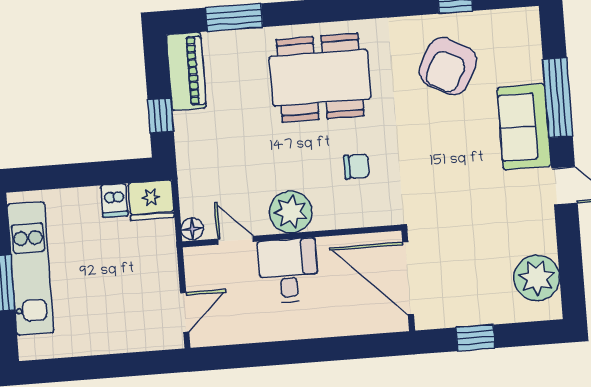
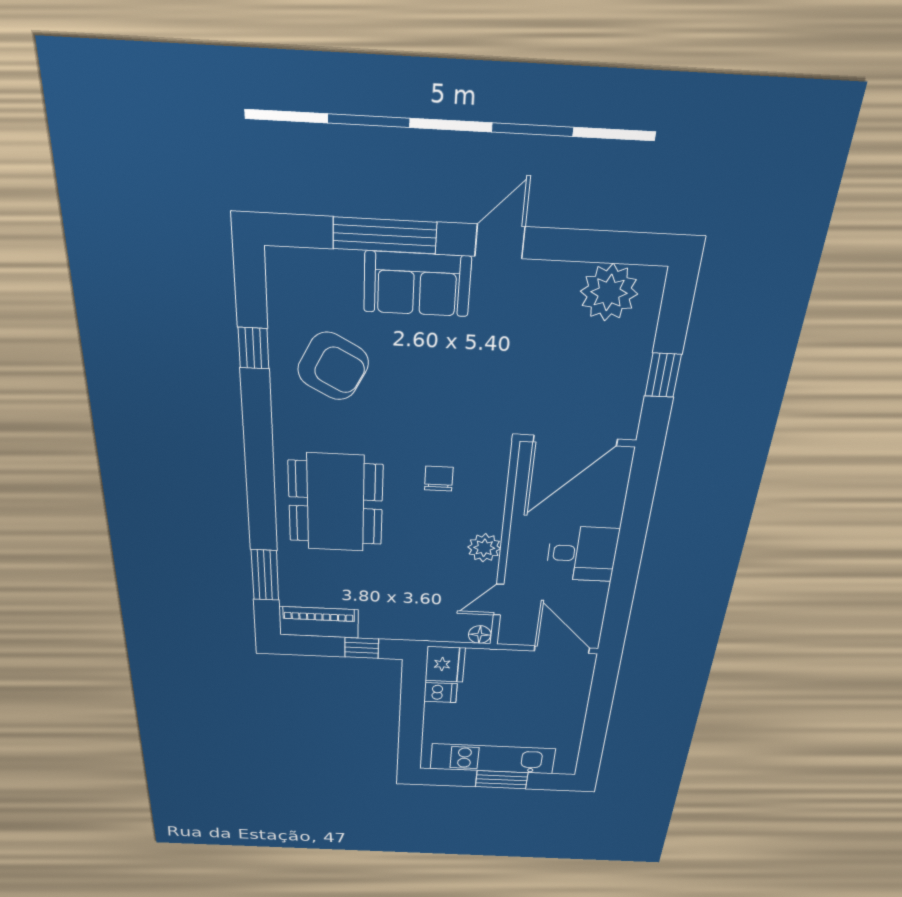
plant: (291, 212) -> (484, 548), width x0.73, depth x0.73
desk: (288, 271) -> (582, 554), moved, turned 180
door: (185, 312) -> (562, 649), width x1.38

